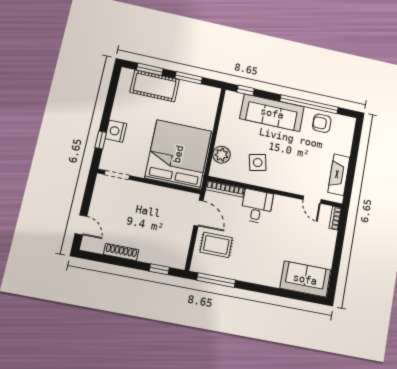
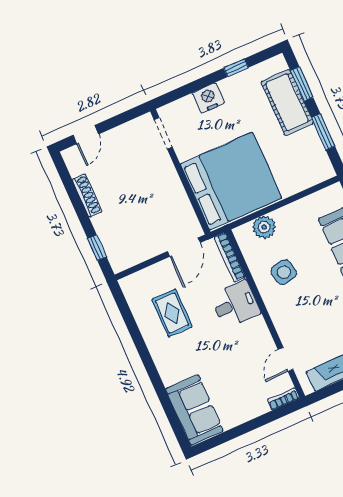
window: (101, 140) -> (236, 68), moved
rug: (216, 245) -> (172, 313), moved
window: (216, 280) -> (127, 315), removed

